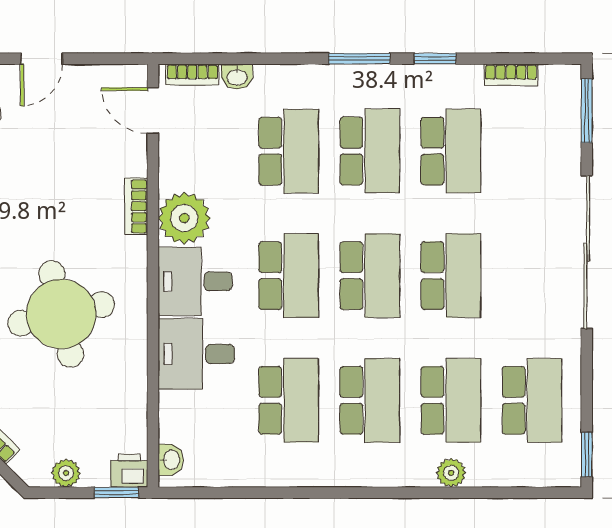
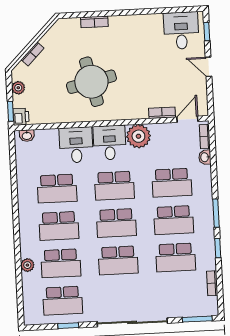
bookcase: (136, 206) -> (162, 113), moved
window: (587, 454) -> (68, 326), moved

